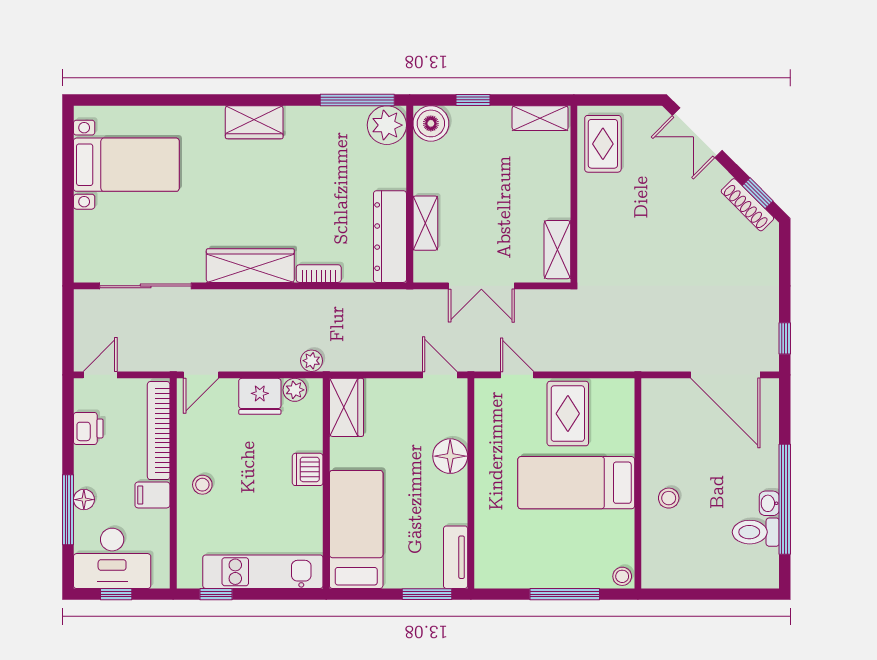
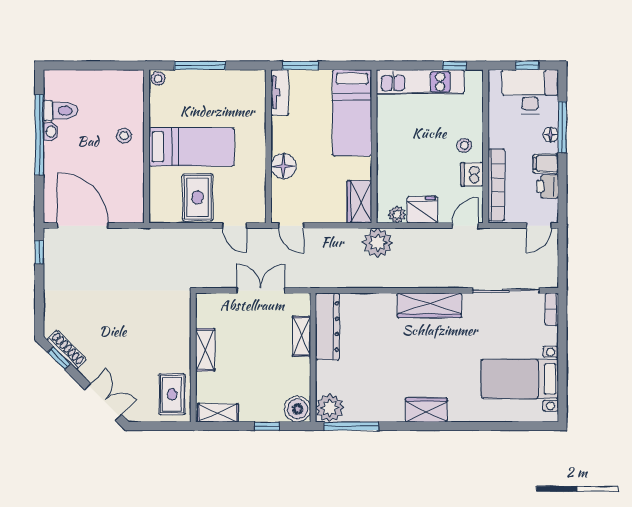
shelving: (557, 250) -> (205, 350), moved
bookcase: (319, 274) -> (552, 309), moved, turned 90
plant: (312, 361) -> (378, 243), width x1.88, depth x1.88
dishwasher: (308, 469) -> (472, 174), moved, turned 180
filing cabinet: (152, 495) -> (546, 163), moved, turned 180

